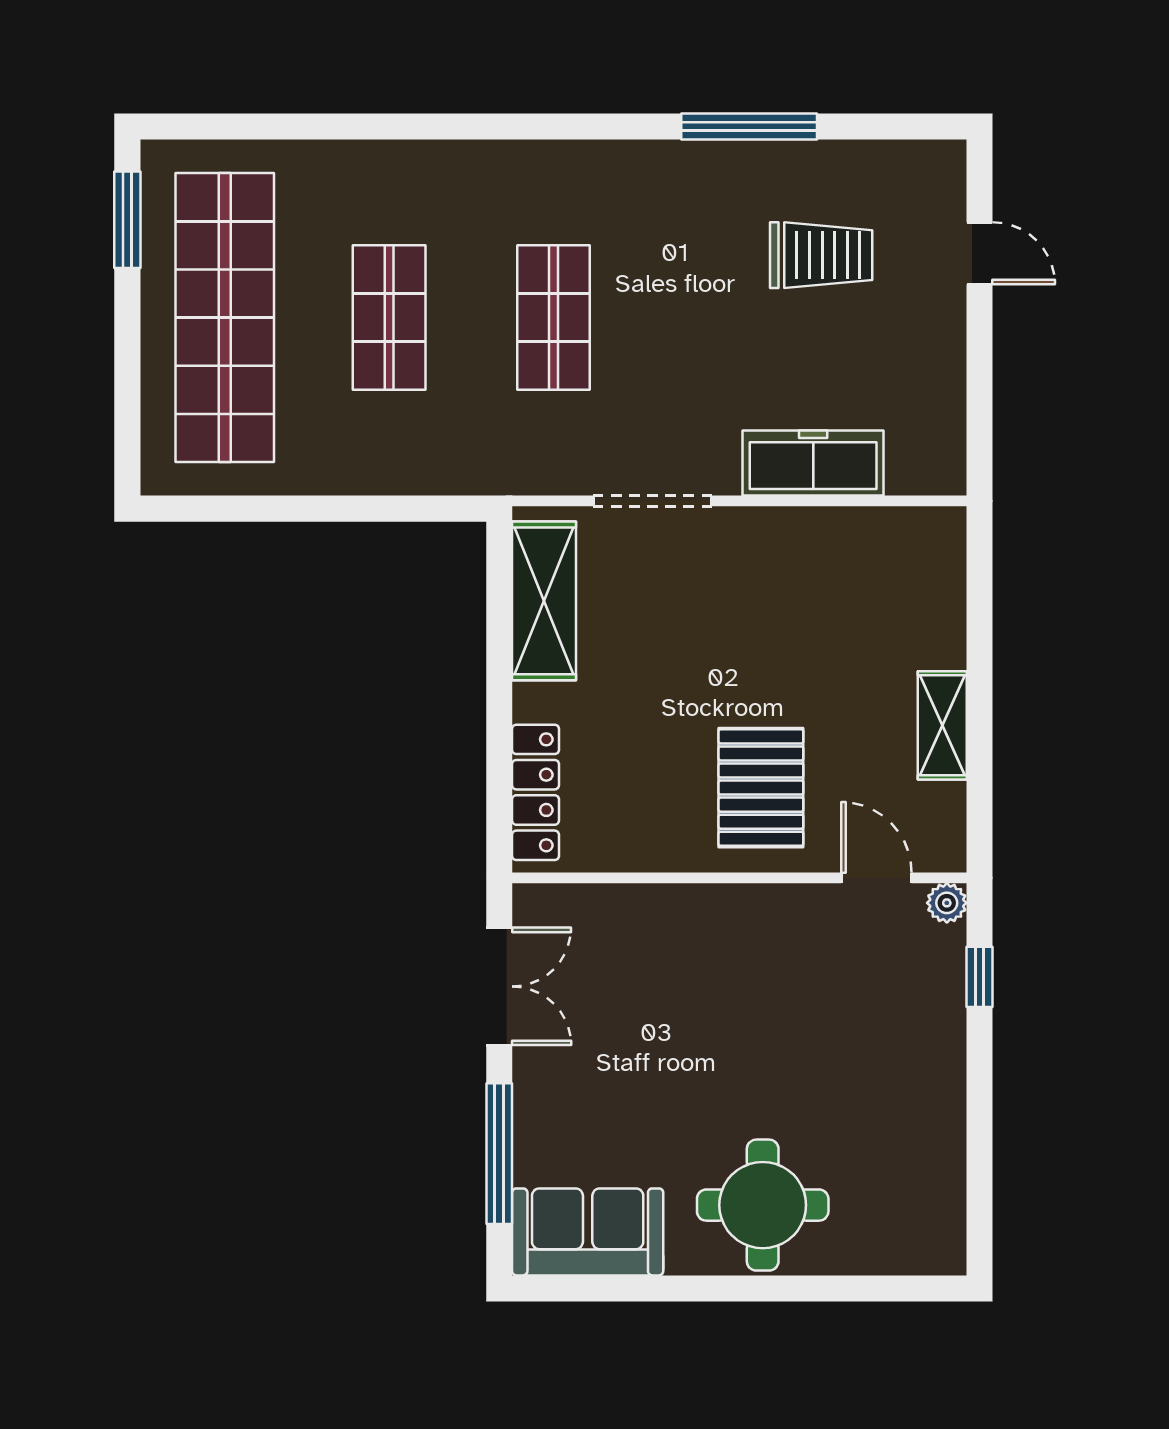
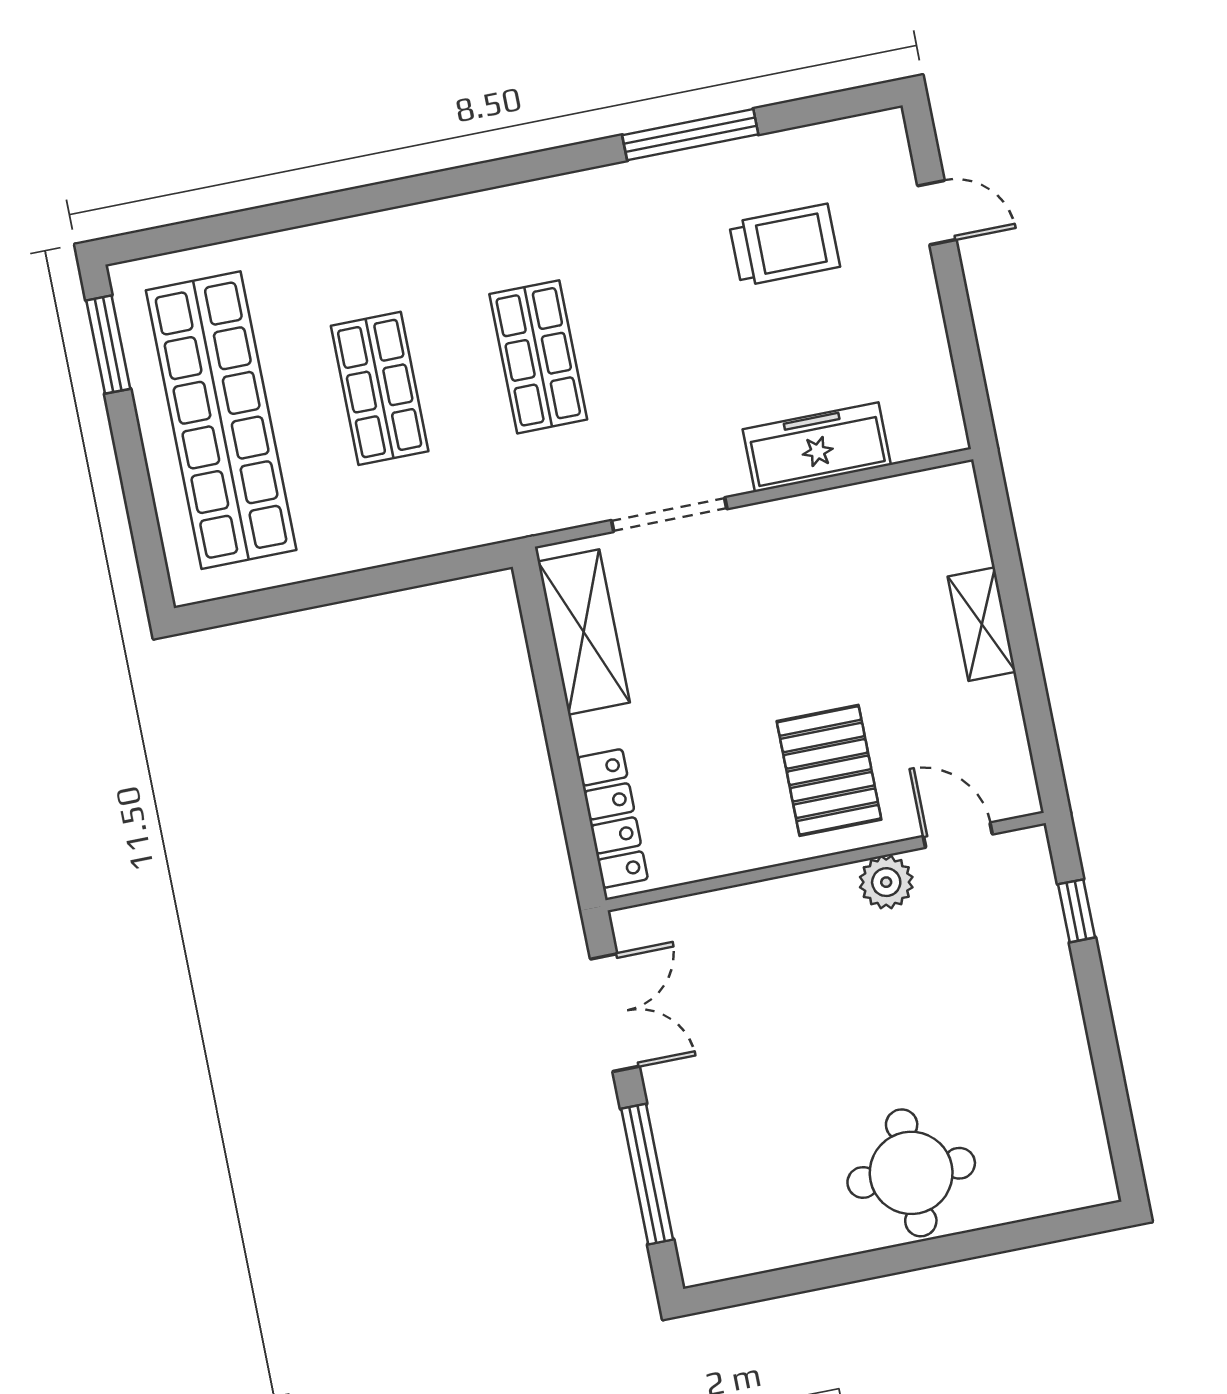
shelving: (942, 725) -> (982, 624), moved
plant: (947, 903) -> (886, 882), moved, width x1.38, depth x1.38
sofa: (588, 1232) -> (747, 1233), removed

